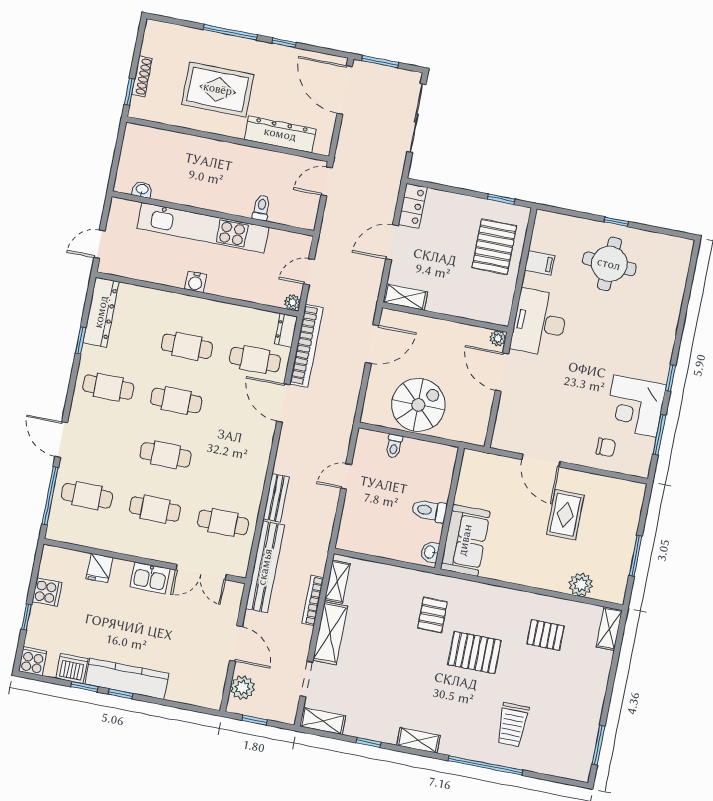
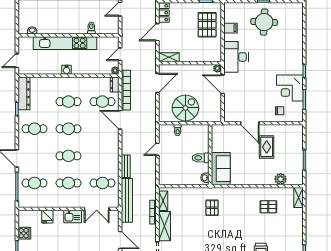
pallet: (474, 653) -> (236, 222), removed

